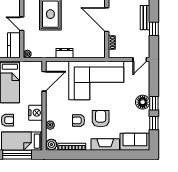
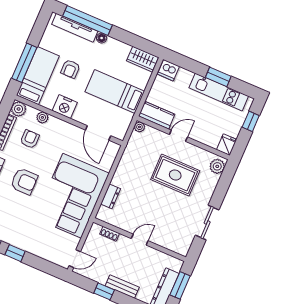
door: (107, 20) -> (140, 240), width x0.53
dresser: (64, 53) -> (111, 196), moved
door: (140, 60) -> (75, 259), swing flipped
floor lamp: (143, 102) -> (22, 240), removed
armchair: (78, 120) -> (30, 139), moved

